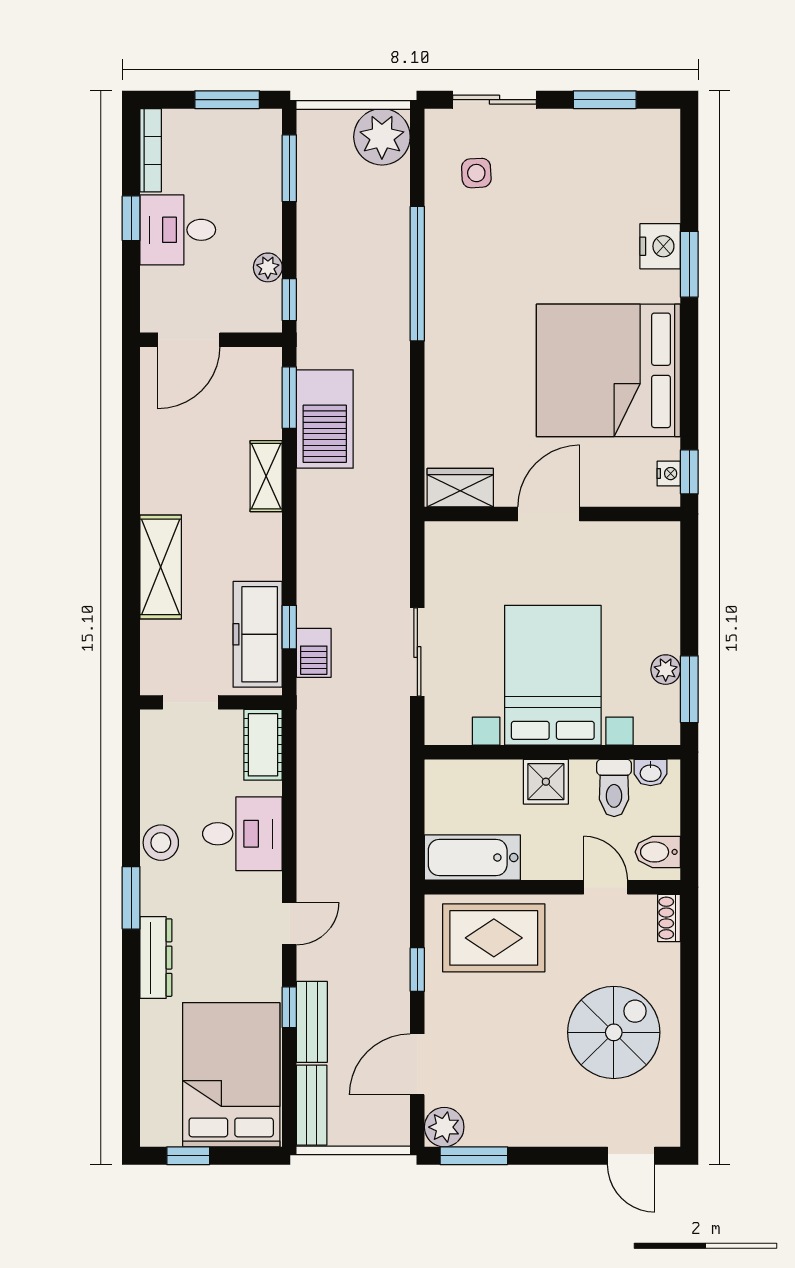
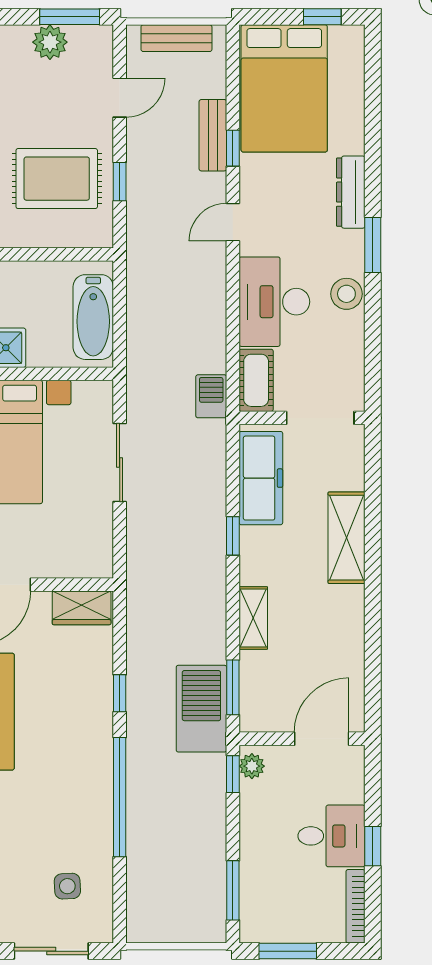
plant: (382, 137) -> (151, 918), removed
plant: (268, 267) -> (252, 766), moved
window: (417, 391) -> (120, 693), added
barbecue: (325, 419) -> (201, 709), moved
window: (289, 627) -> (233, 536), moved
barbecue: (314, 653) -> (211, 396), moved
doorway: (190, 702) -> (320, 418), width x1.38
desk: (242, 834) -> (274, 302), width x1.37
bathtub: (472, 858) -> (93, 317), moved, turned 90
rug: (494, 938) -> (57, 179), moved
door: (417, 1064) -> (120, 98), width x0.73
bench: (312, 1105) -> (176, 38), moved, turned 90
plant: (444, 1127) -> (50, 42), moved

